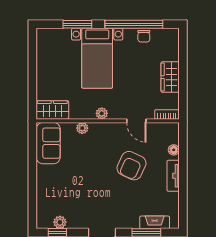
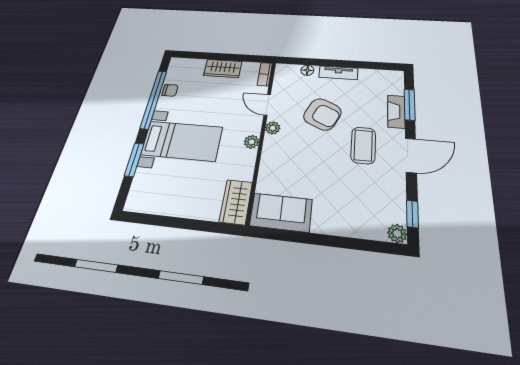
door: (136, 121) -> (267, 105), swing flipped
plant: (82, 128) -> (273, 128), moved
coffee table: (107, 198) -> (363, 145), added
plant: (60, 222) -> (397, 234), moved
fireplace: (155, 222) -> (396, 111), moved

